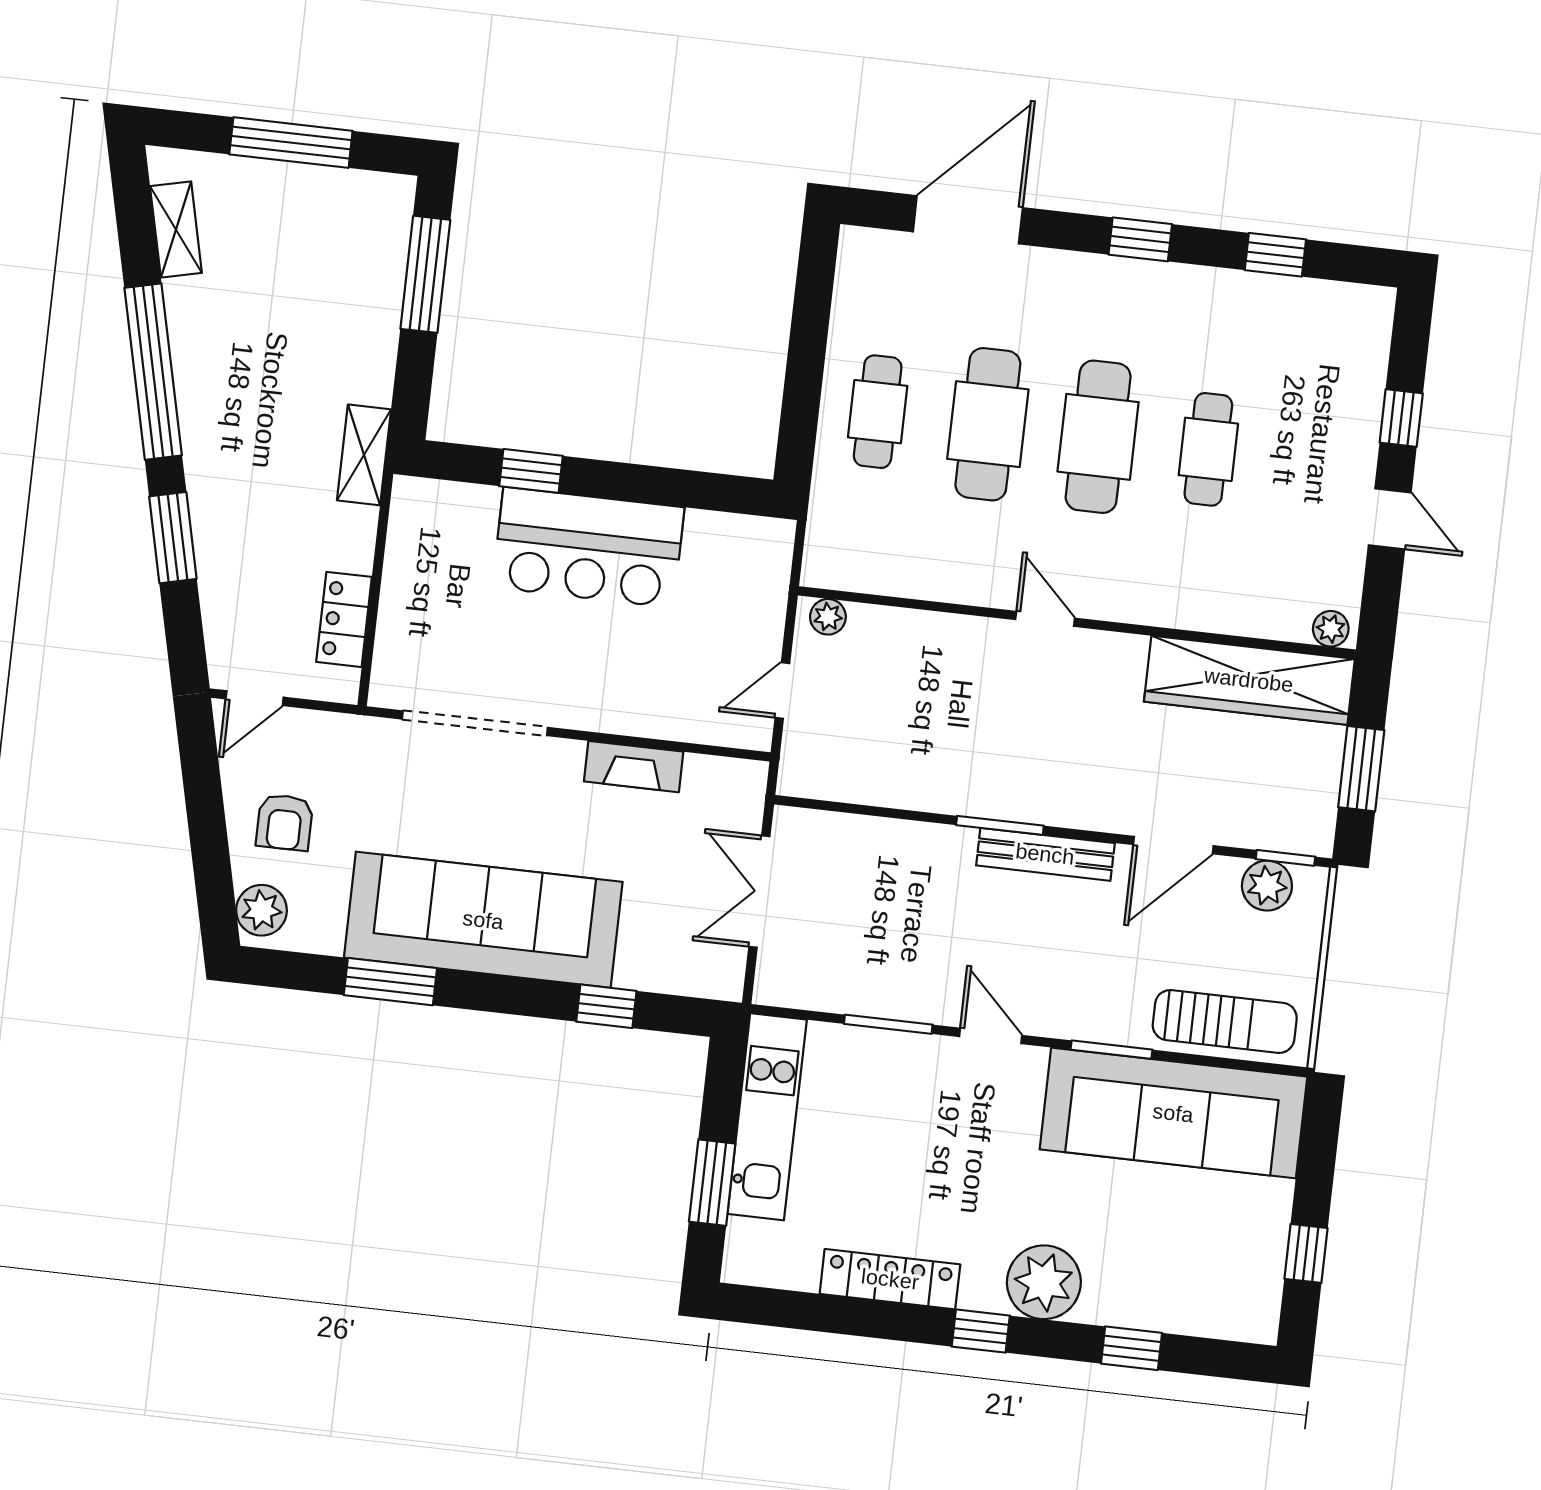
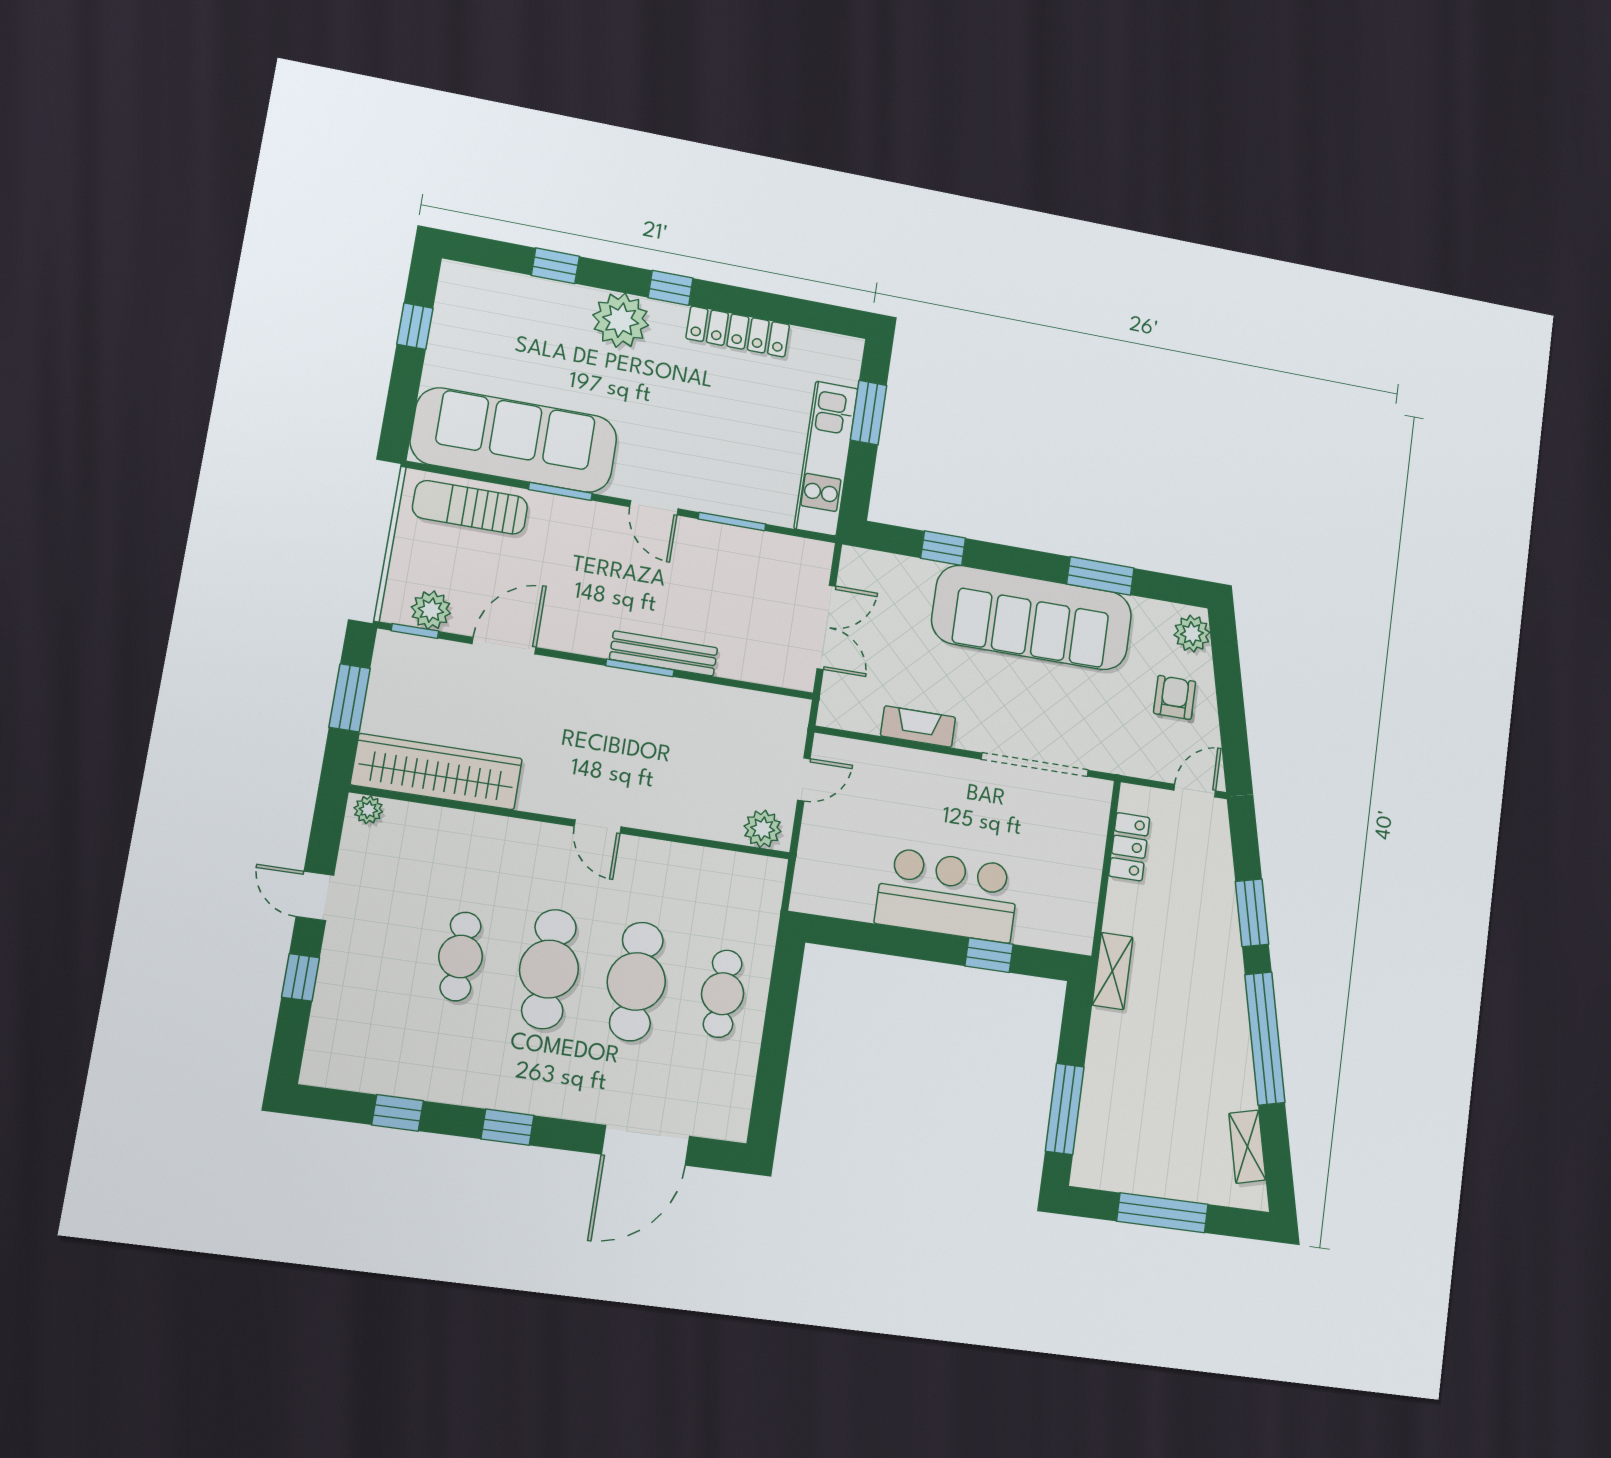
plant: (828, 617) -> (763, 829), width x1.38, depth x1.38
bench: (1045, 854) -> (664, 653), moved

